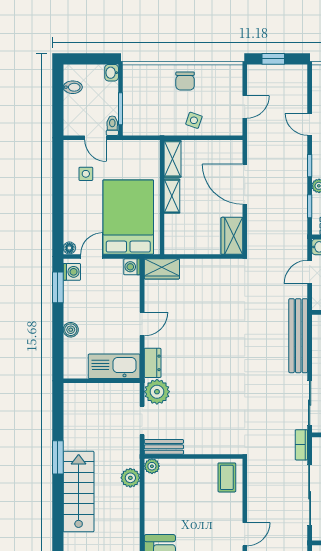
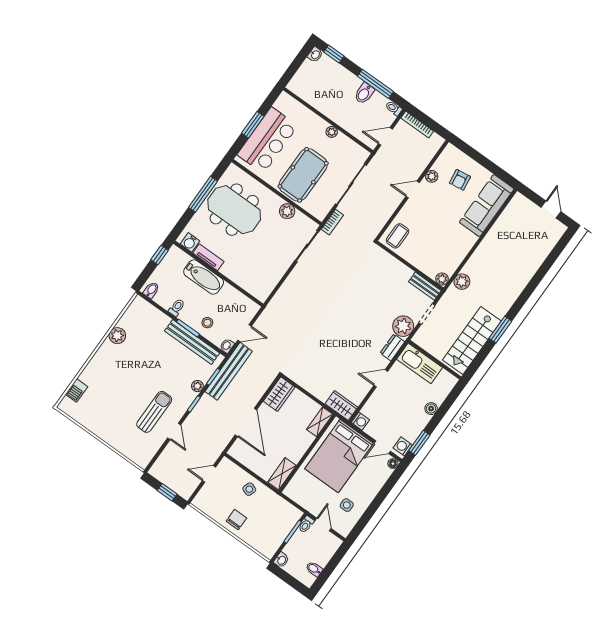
shelving: (172, 196) -> (320, 422), moved
bench: (298, 336) -> (229, 371), moved
stairs: (79, 492) -> (472, 340), moved

